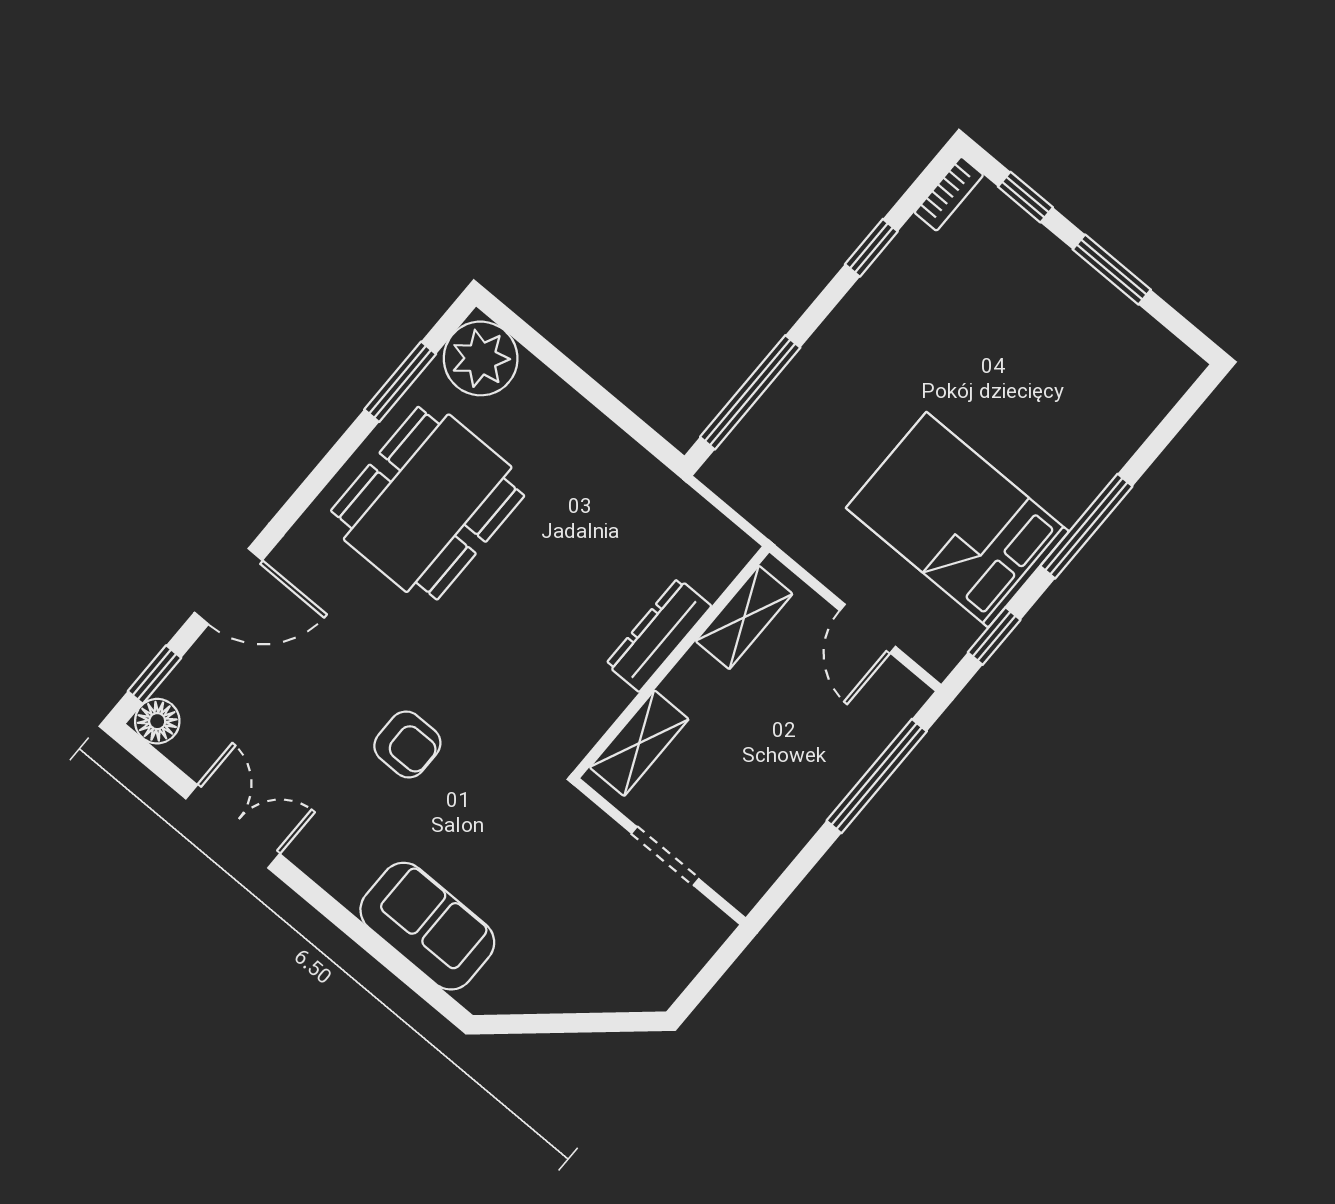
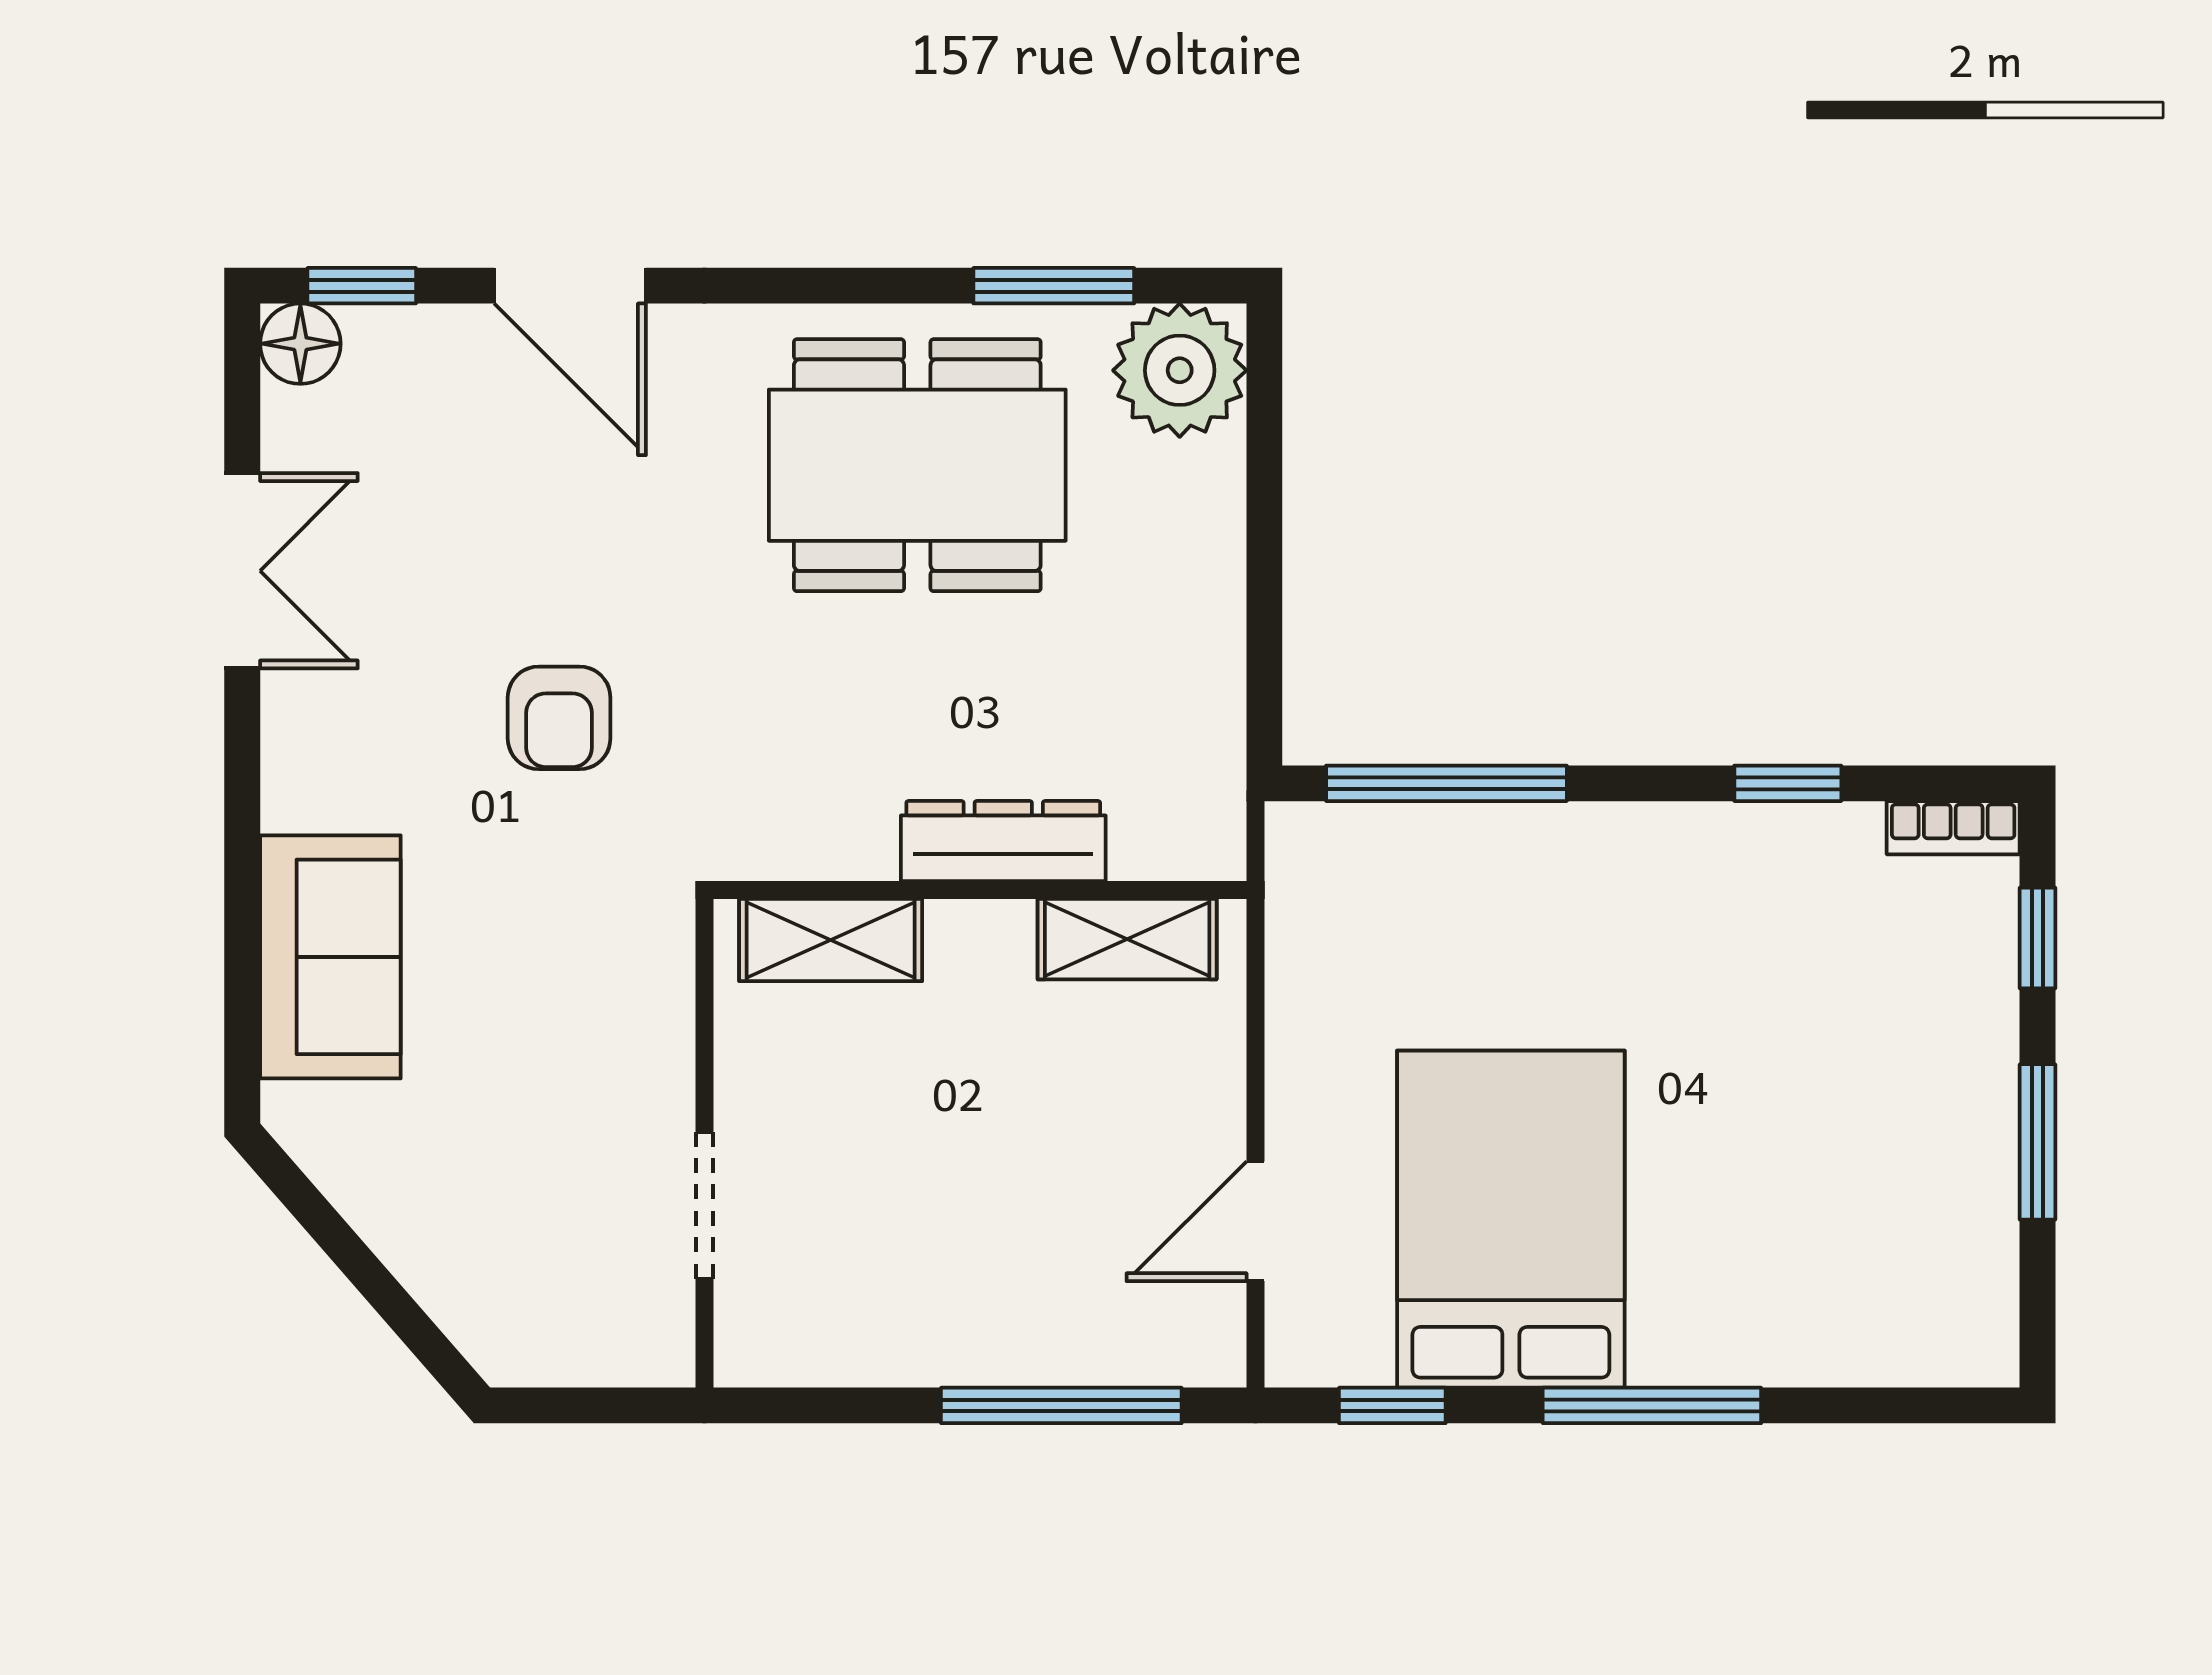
shelving: (744, 617) -> (1127, 939), moved
dresser: (659, 635) -> (1003, 841), moved
wall: (671, 662) -> (980, 890), moved
shelving: (639, 743) -> (831, 940), moved

